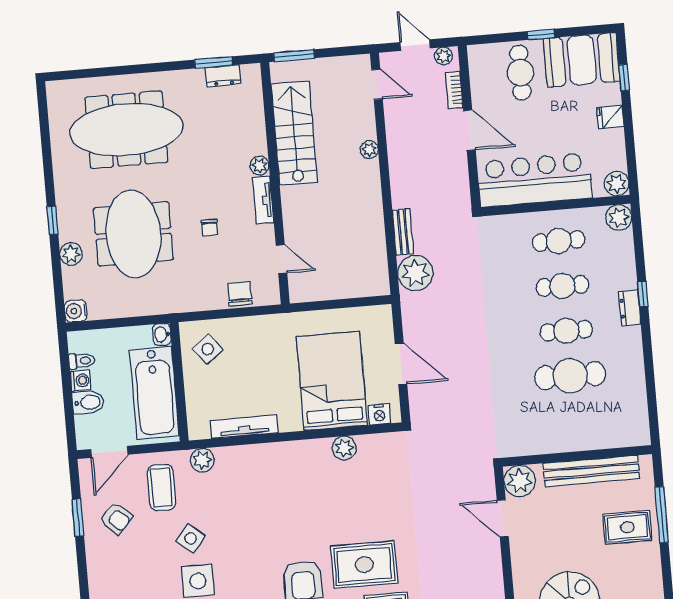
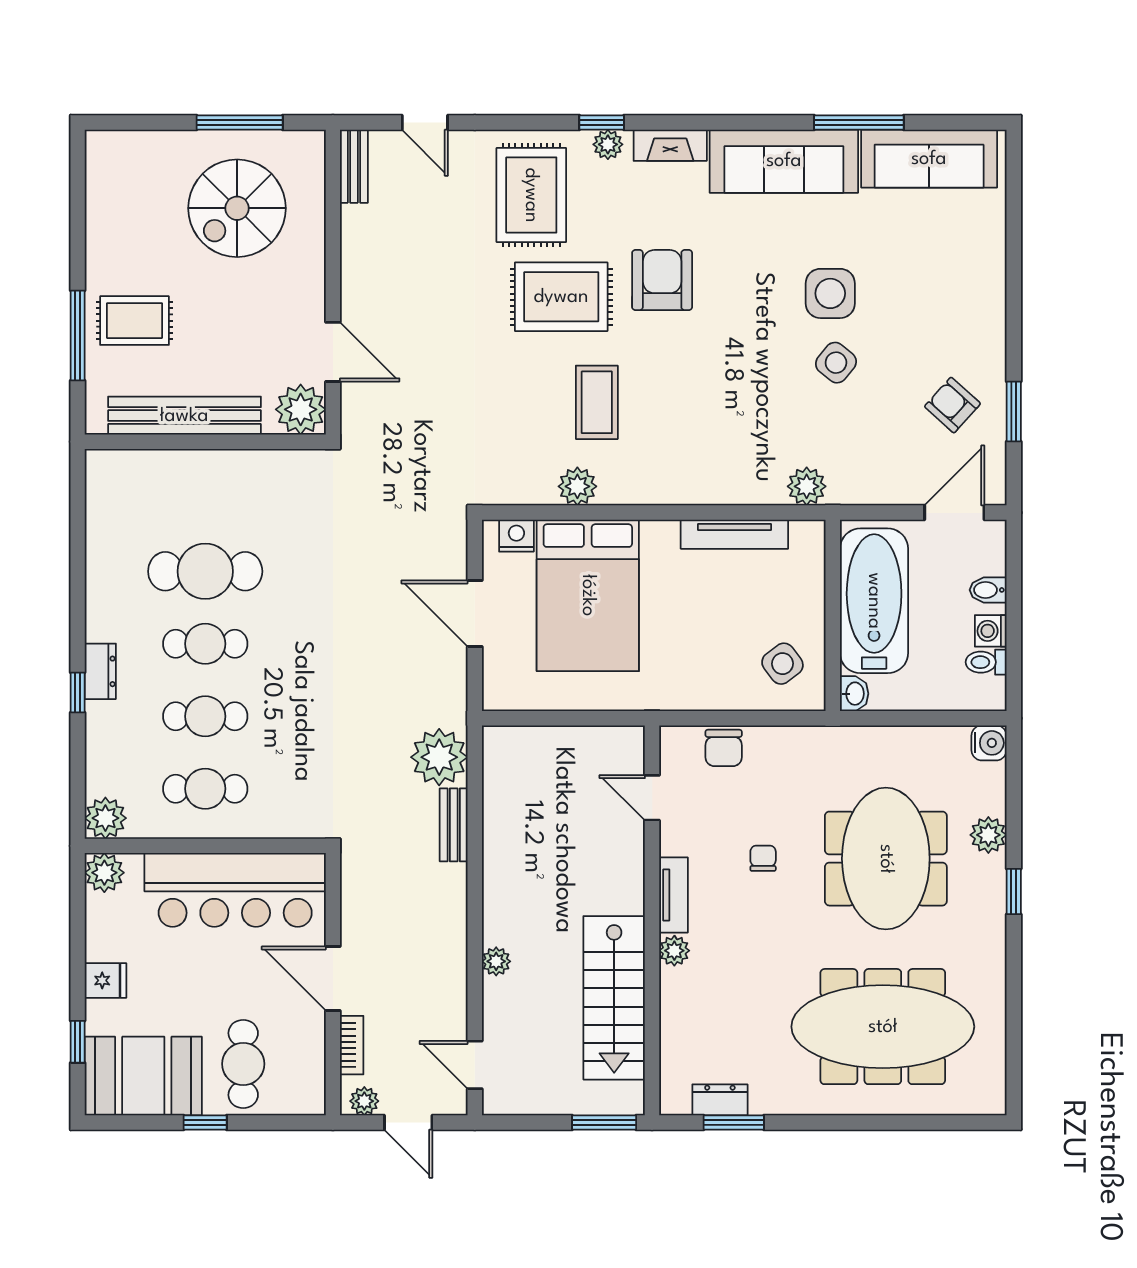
bidet: (88, 402) -> (988, 590), width x0.72, depth x0.74
coffee table: (162, 488) -> (597, 402), moved

